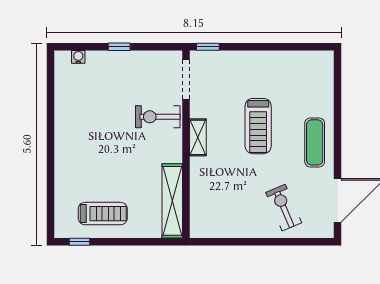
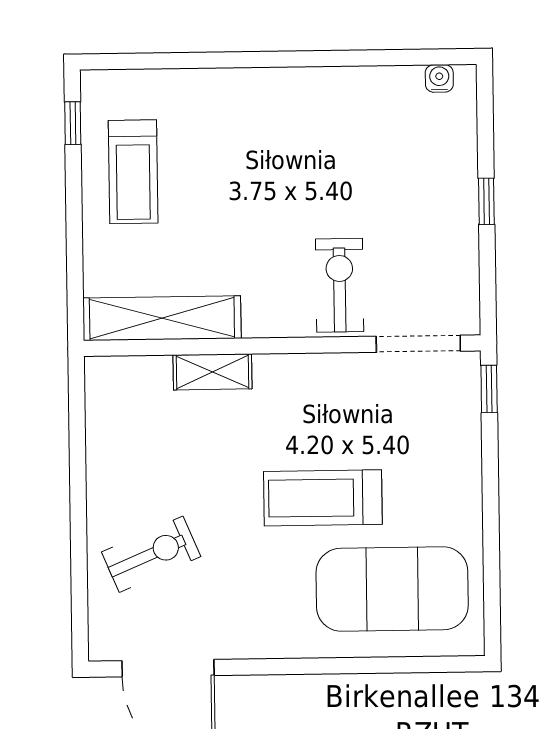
water cooler: (78, 57) -> (439, 78), moved, turned -90
shelving: (198, 137) -> (213, 372), moved
exercise mat: (315, 142) -> (392, 589), moved, width x2.00, depth x1.45

